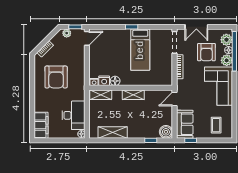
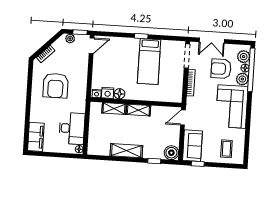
armchair: (206, 52) -> (221, 69), turned 90
shelving: (101, 95) -> (114, 109), moved
shelving: (113, 132) -> (126, 151), moved

